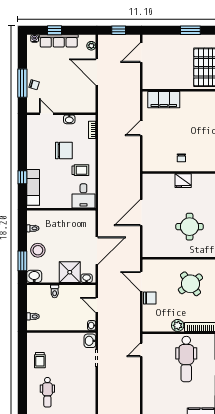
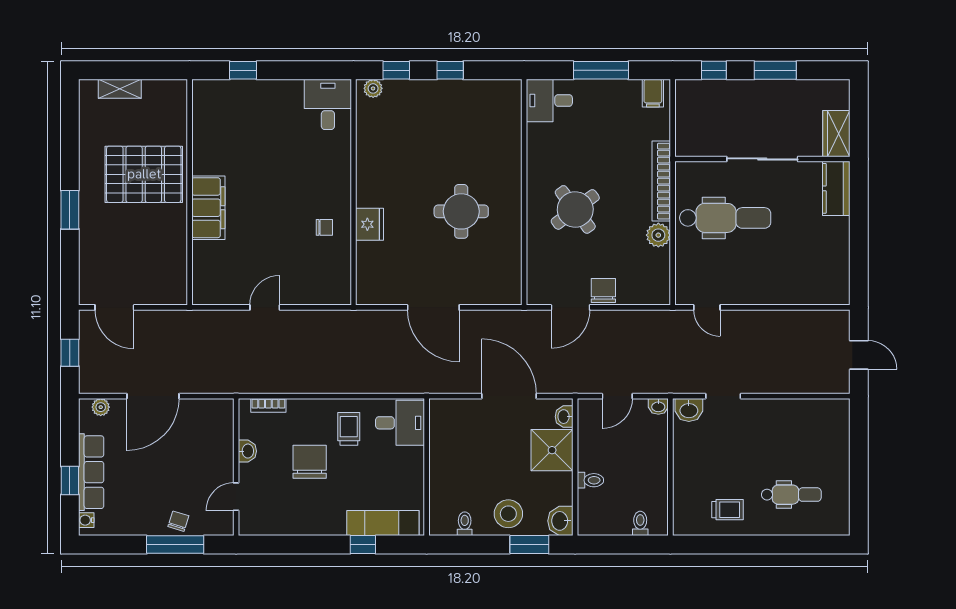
filing cabinet: (164, 100) -> (208, 208), moved
door: (141, 128) -> (265, 307), swing flipped

